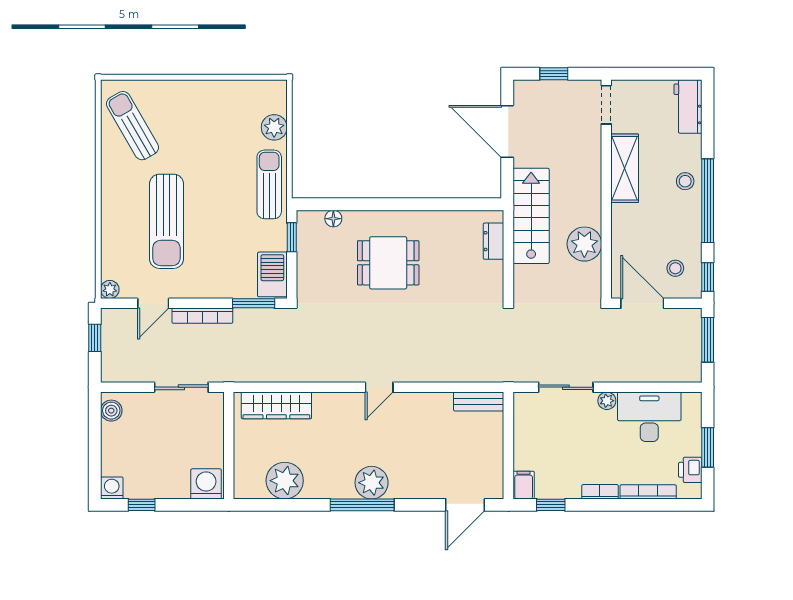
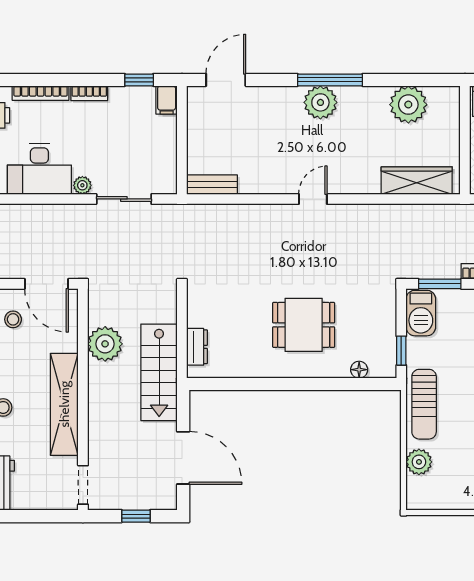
shelving: (625, 168) -> (64, 404), width x1.47

